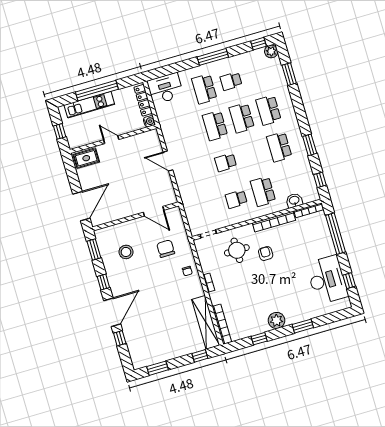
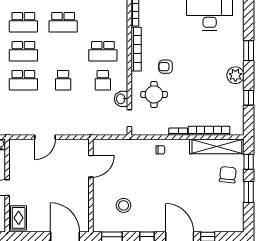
washbasin: (294, 201) -> (121, 99), moved
chair: (166, 249) -> (228, 175), moved, turned 96
bookcase: (222, 324) -> (209, 131), moved
window: (158, 368) -> (249, 192), moved

